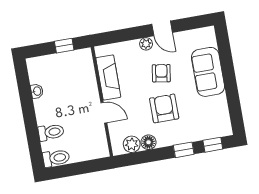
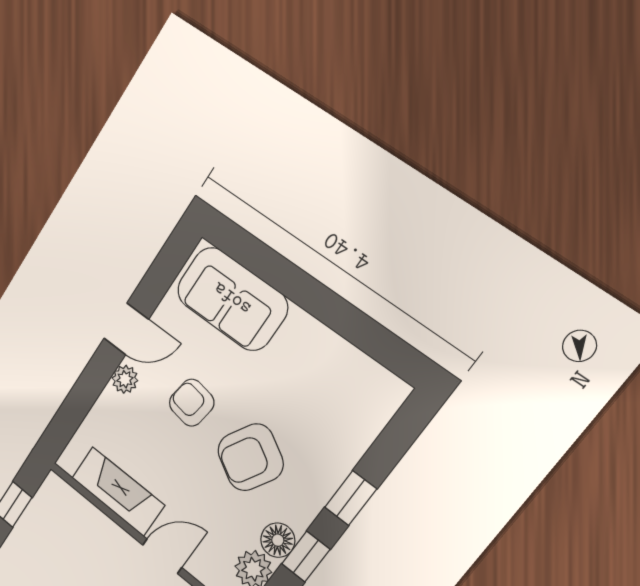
sofa: (208, 72) -> (232, 299), moved
armchair: (164, 108) -> (250, 457), turned -60
window: (213, 145) -> (306, 557), moved

